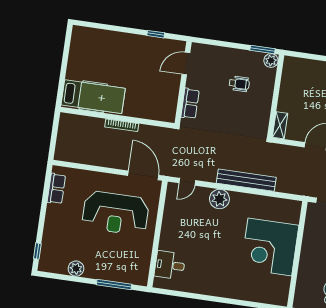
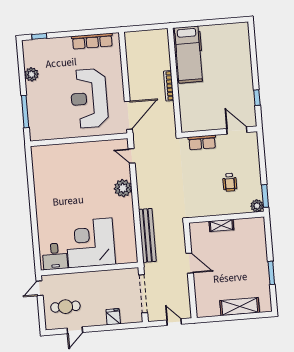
shelving: (280, 125) -> (221, 225), moved
bench: (246, 180) -> (147, 235), moved
row of seats: (56, 189) -> (92, 41), width x1.48
desk: (170, 265) -> (55, 256), moved, turned 180

